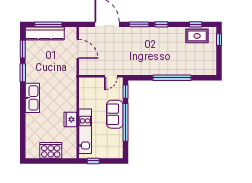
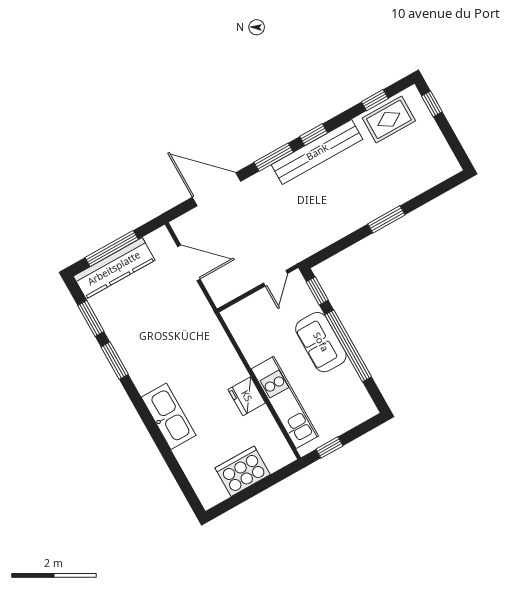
bench: (159, 33) -> (317, 152), added
window: (172, 78) -> (386, 219), width x0.47
kitchen sink: (32, 98) -> (169, 416), moved

